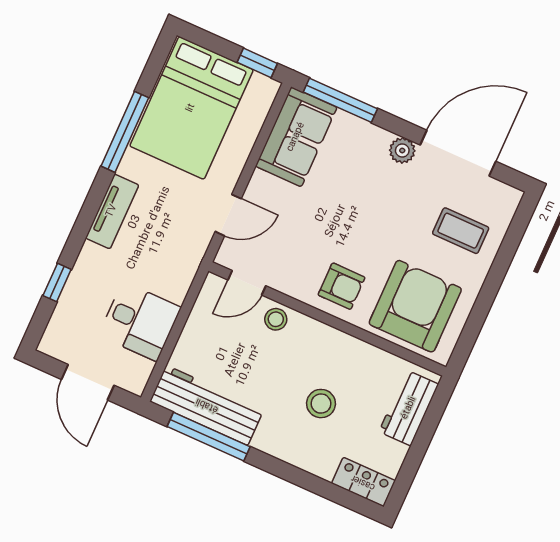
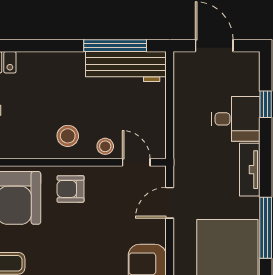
door: (247, 283) -> (136, 162), hinge flipped
desk: (140, 321) -> (236, 119), moved, turned 180
stool: (321, 404) -> (68, 136), moved

